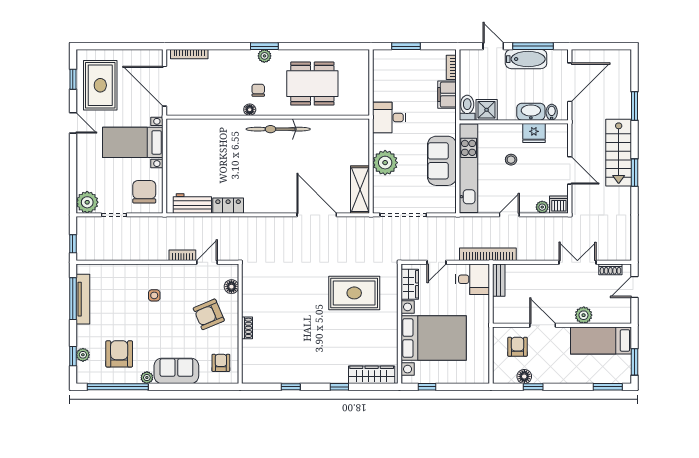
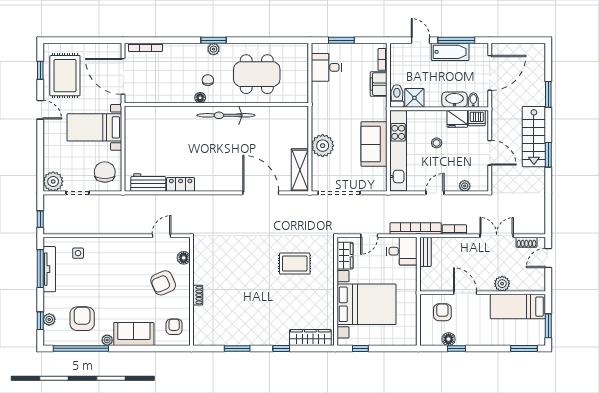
desk: (389, 118) -> (326, 67), moved
dishwasher: (559, 205) -> (477, 118), moved, turned 180
bookcase: (182, 255) -> (454, 229), moved
rug: (354, 293) -> (295, 264), width x0.73, depth x0.70
side table: (154, 295) -> (78, 253), moved
window: (291, 387) -> (237, 348), width x1.50

